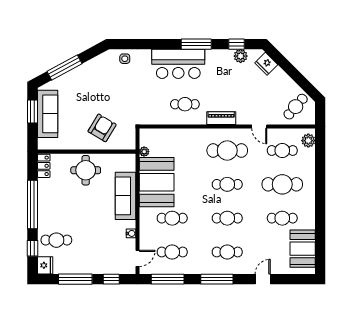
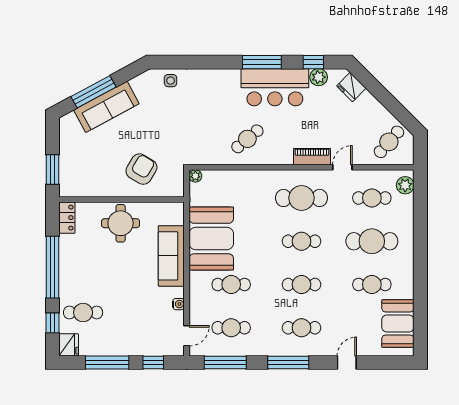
bar counter: (178, 64) -> (275, 87), moved
cafe table: (185, 104) -> (247, 139), turned -40
window: (32, 112) -> (53, 170), moved
sofa: (48, 114) -> (106, 107), moved, turned 62
piano: (221, 118) -> (312, 157), moved
door: (259, 126) -> (342, 167), swing flipped
plant: (144, 152) -> (195, 176), moved

